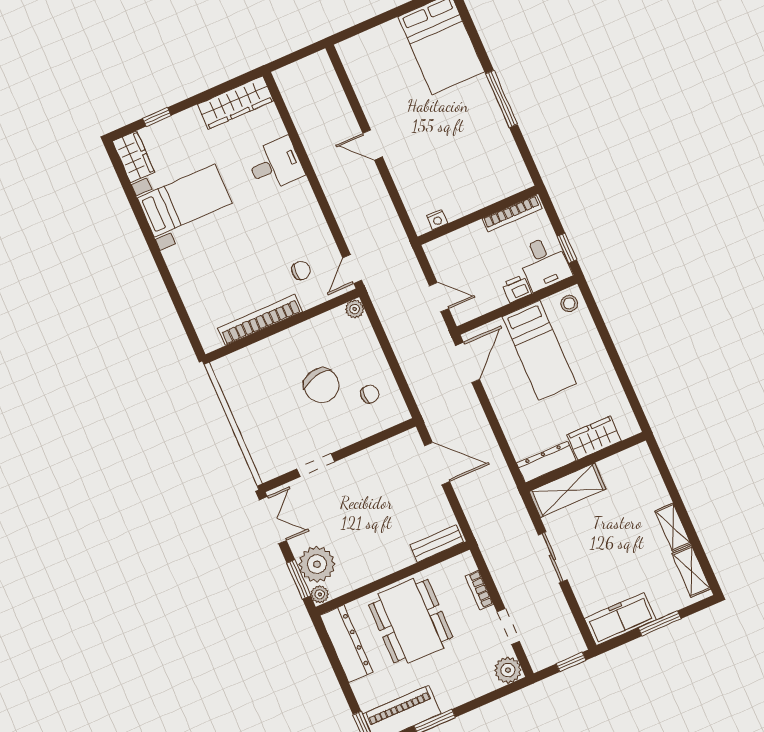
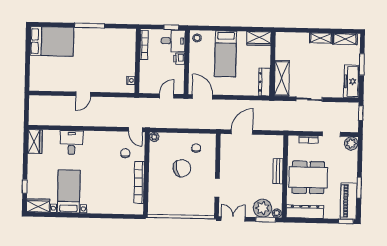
wardrobe: (236, 102) -> (35, 142), width x0.67
bed: (539, 350) -> (226, 54), moved, turned 90
wardrobe: (594, 438) -> (259, 39), moved, turned -90
bench: (437, 544) -> (278, 171), moved

